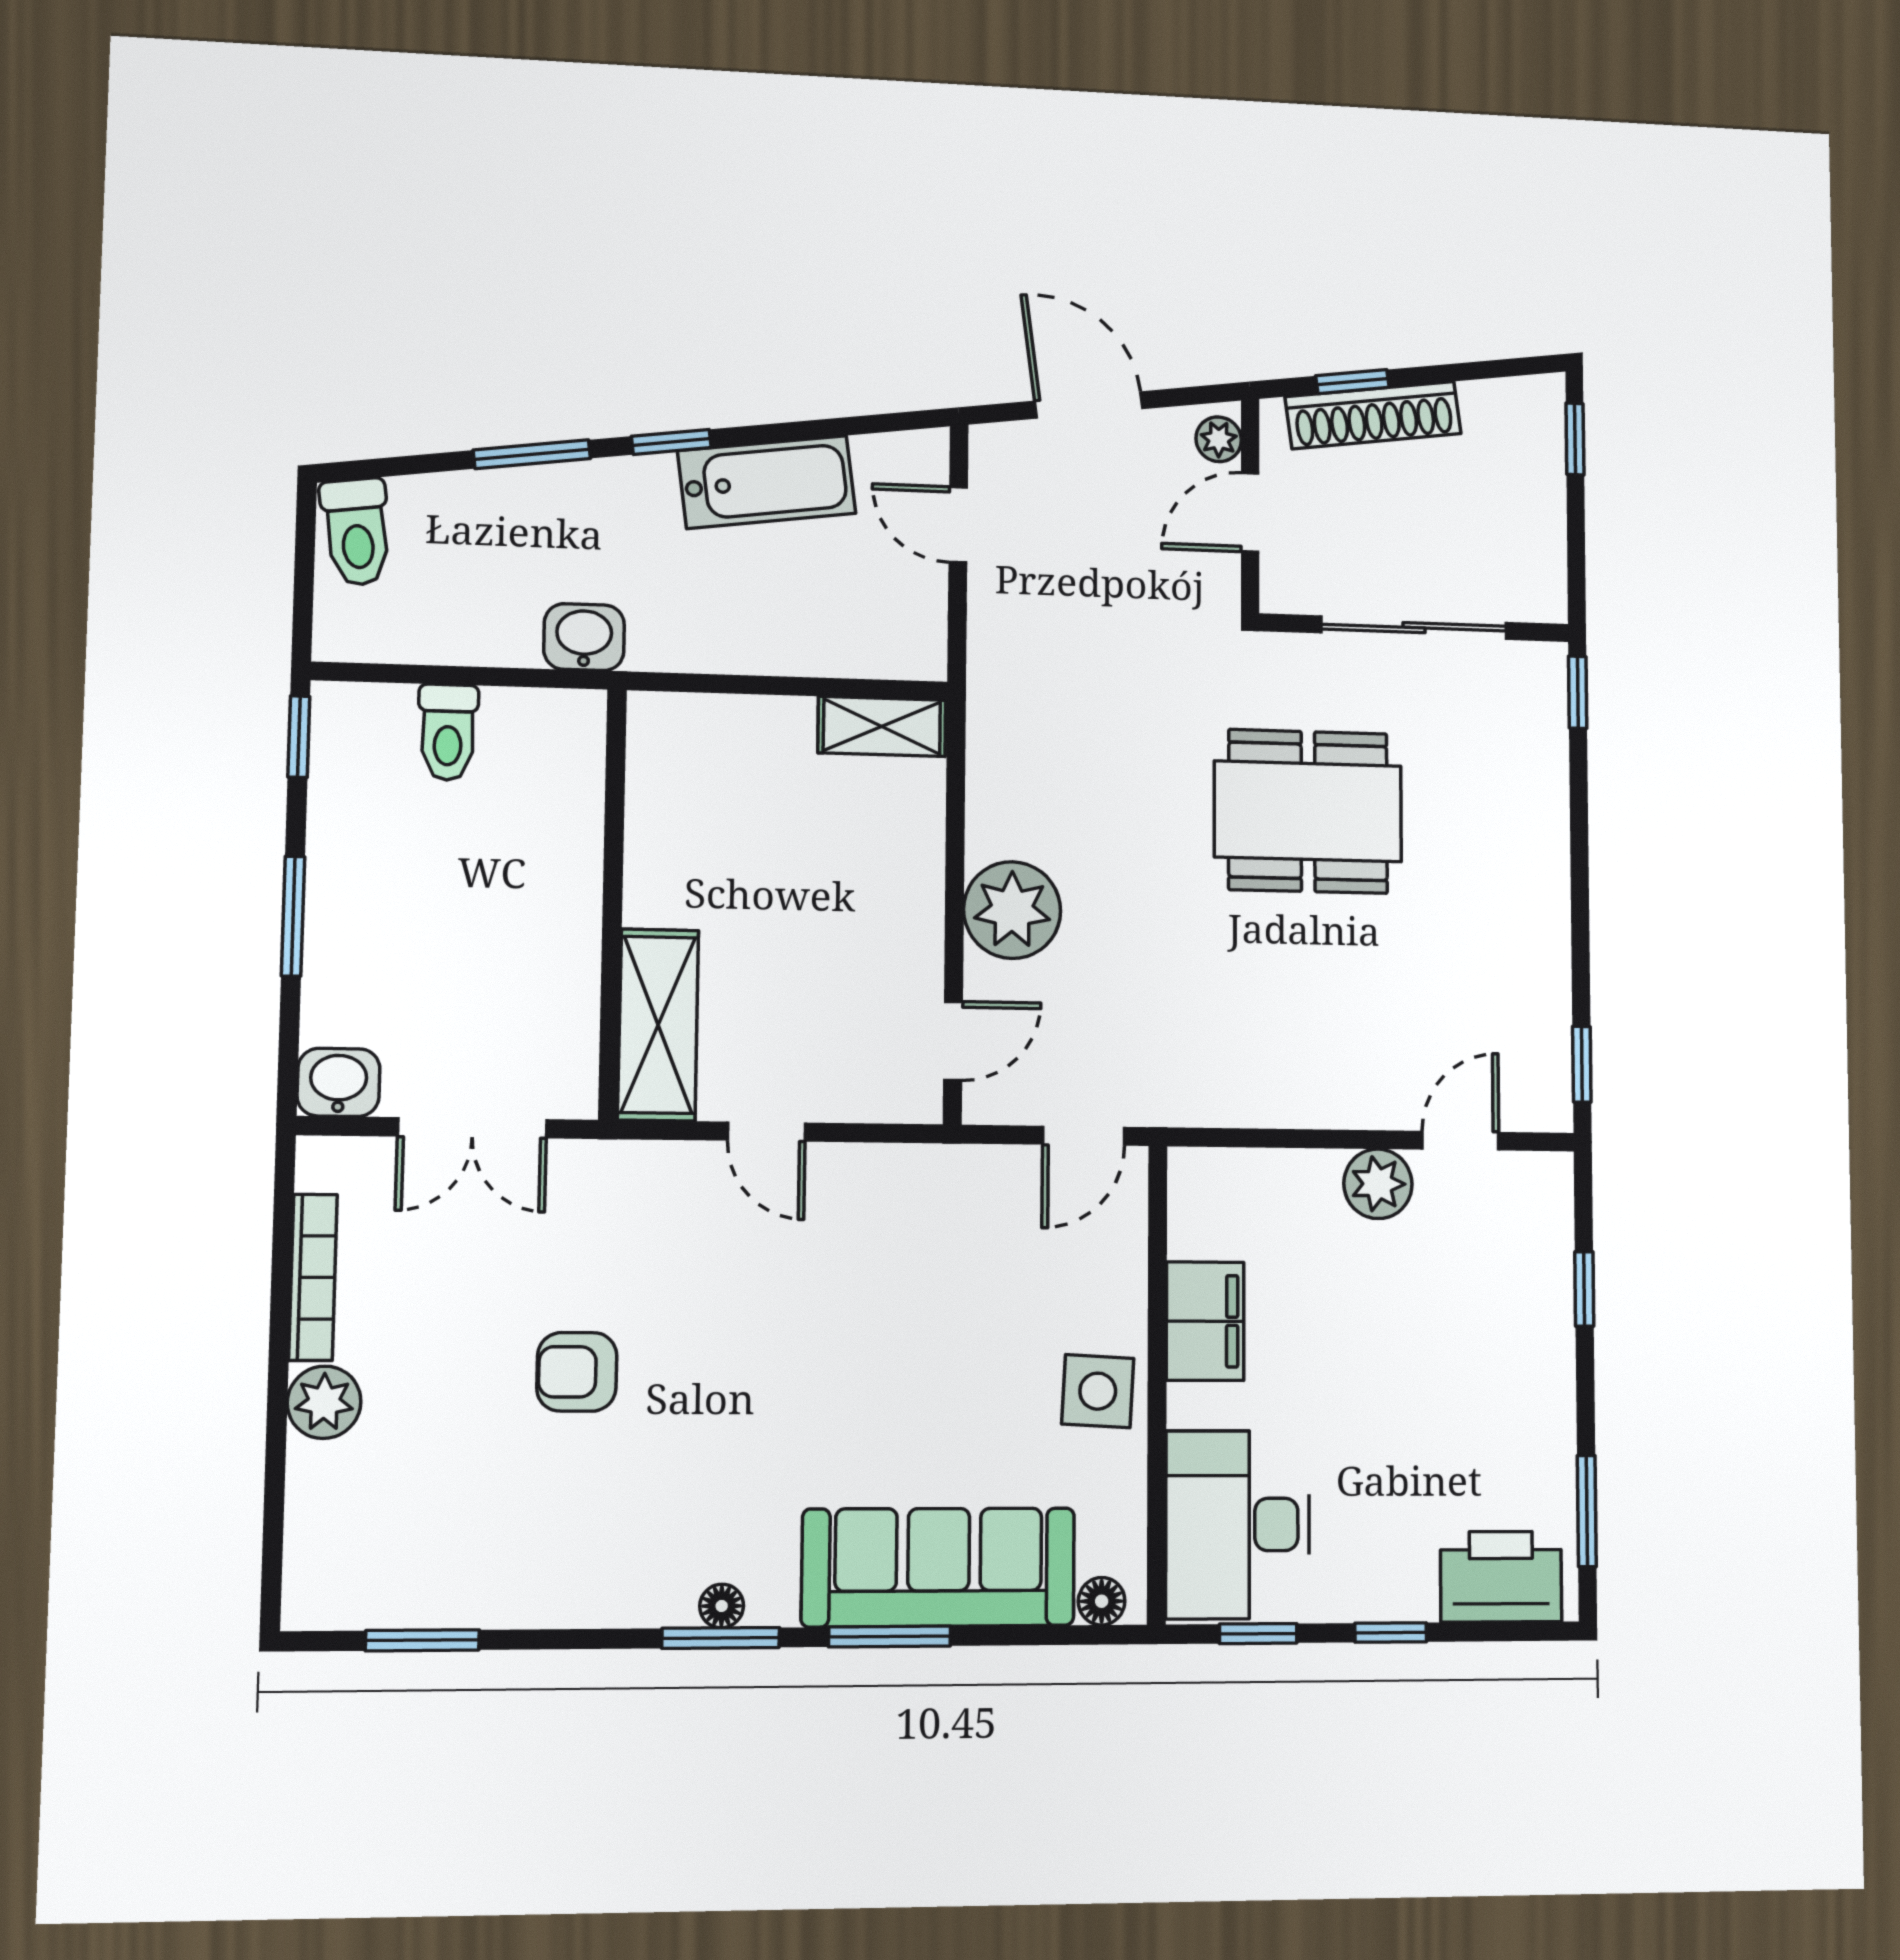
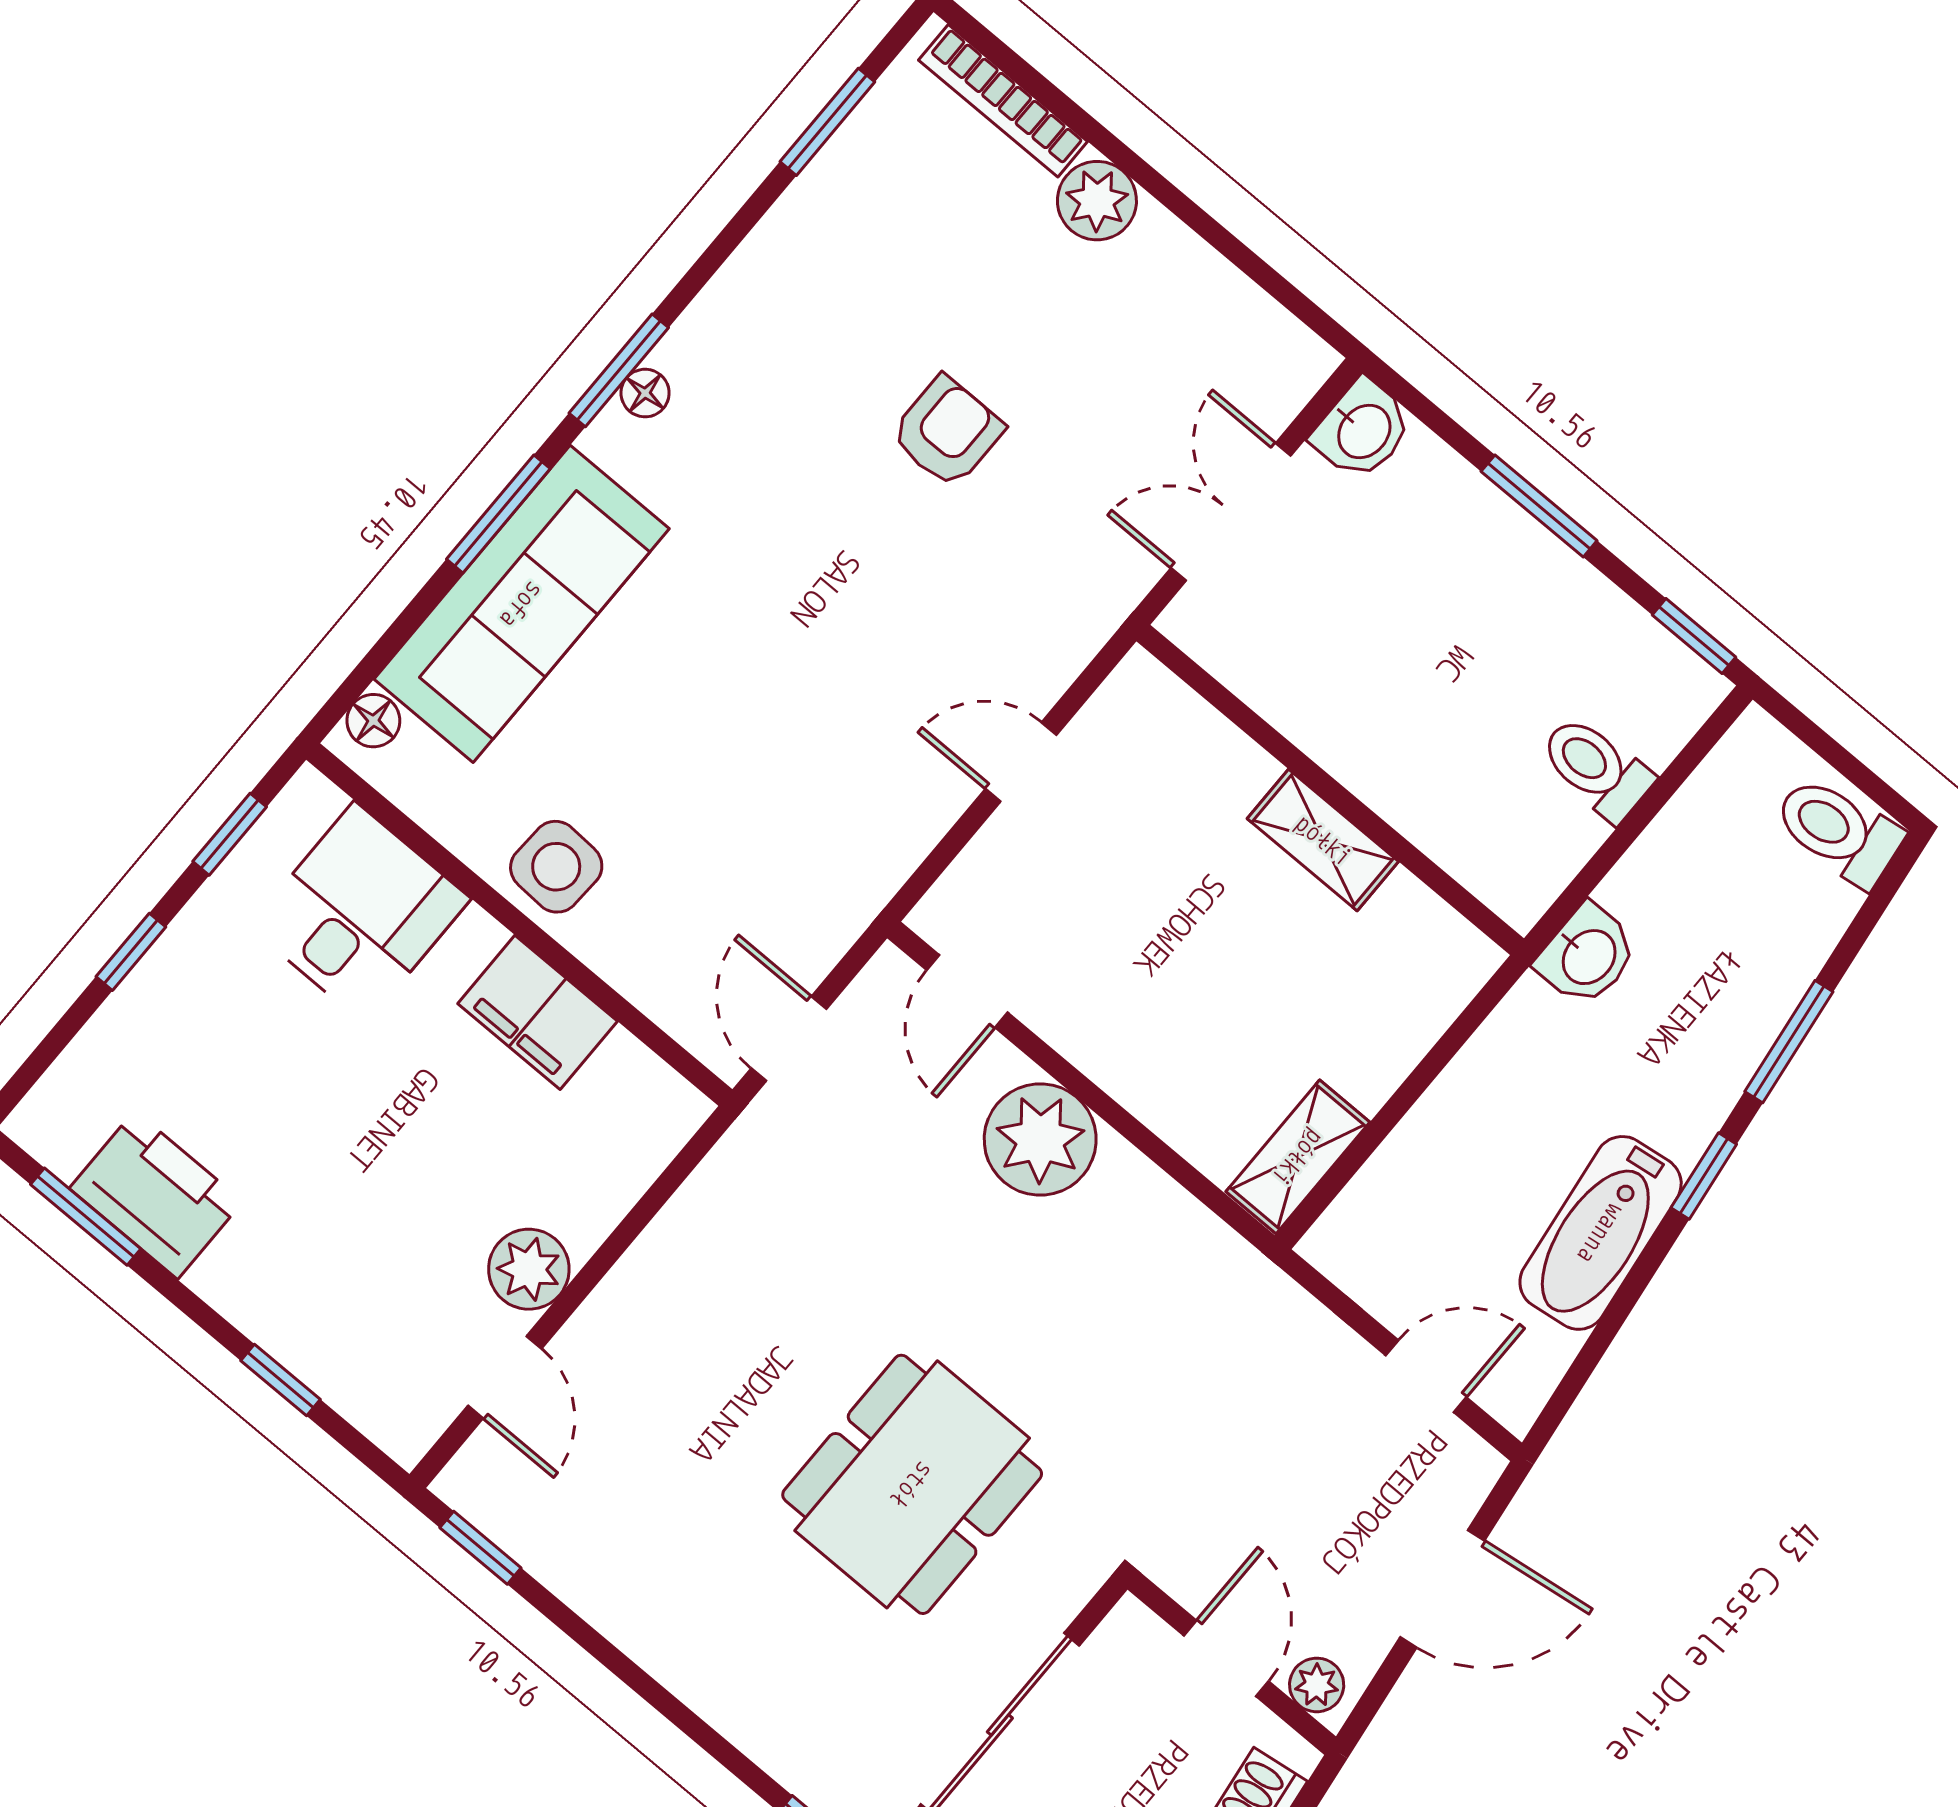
shelving: (658, 1025) -> (1323, 840), moved, width x0.67, depth x0.75
bookcase: (313, 1277) -> (1003, 101), moved
desk: (1238, 1525) -> (360, 913), width x0.73
printer: (1501, 1577) -> (156, 1195), moved, turned -90

